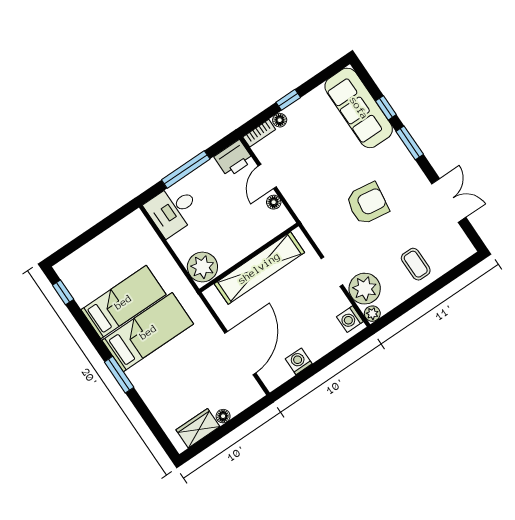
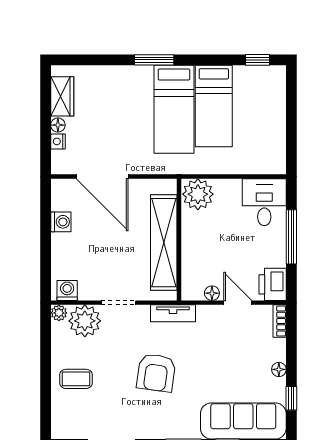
window: (288, 100) -> (291, 398), moved
floor lamp: (280, 120) -> (279, 369), moved
tv unit: (311, 222) -> (173, 313), added
nightstand: (236, 407) -> (58, 141), added

